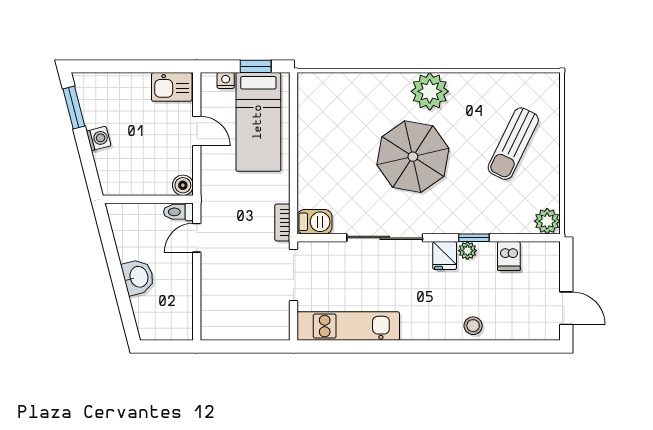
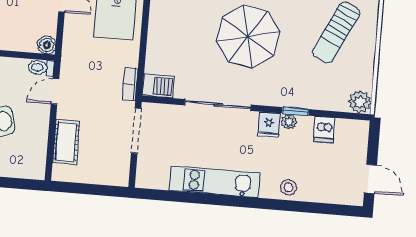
cot: (214, 294) -> (66, 142), added
kitchen unit: (348, 326) -> (215, 182), moved

